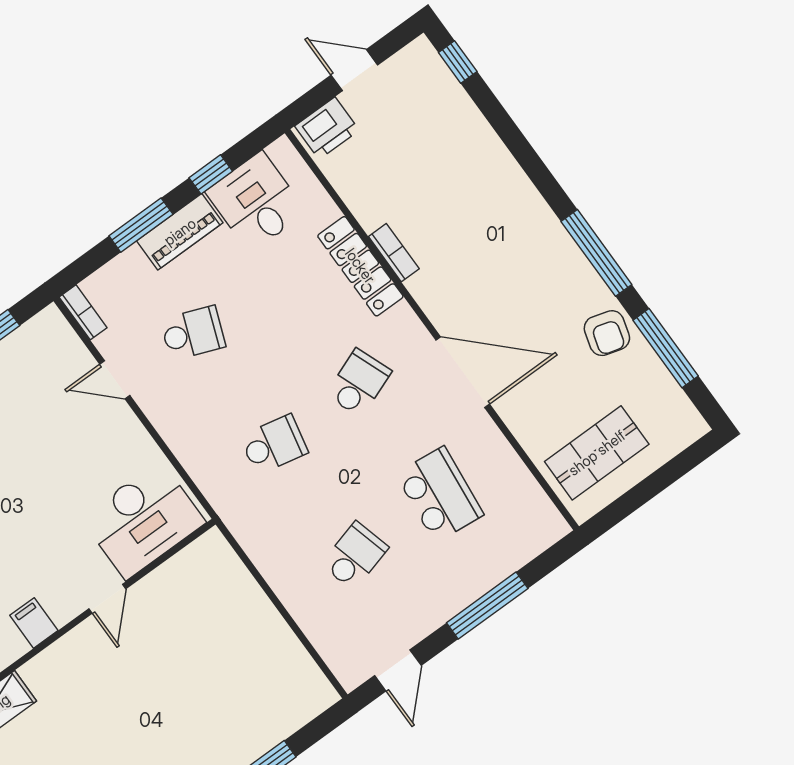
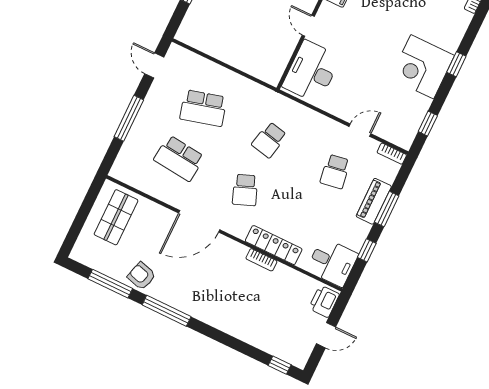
desk: (256, 202) -> (332, 262), moved
piano: (180, 232) -> (374, 201), moved
school desk: (193, 333) -> (335, 172), turned -30
school desk: (355, 556) -> (203, 108), width x1.85

